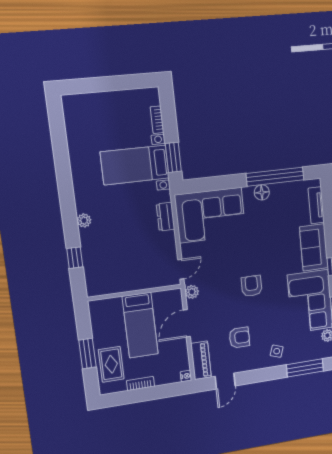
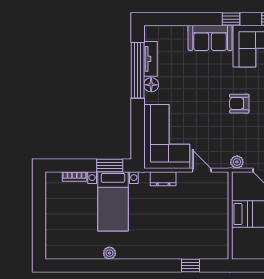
tv unit: (316, 205) -> (150, 59), moved, turned -90
plant: (84, 220) -> (109, 253), moved
door: (181, 269) -> (202, 170), moved

